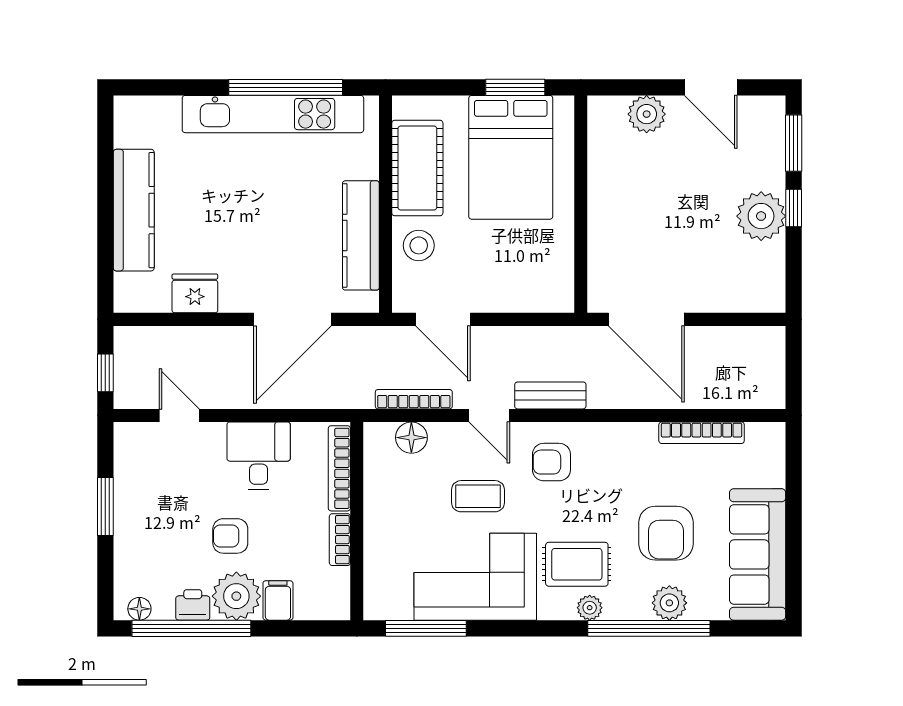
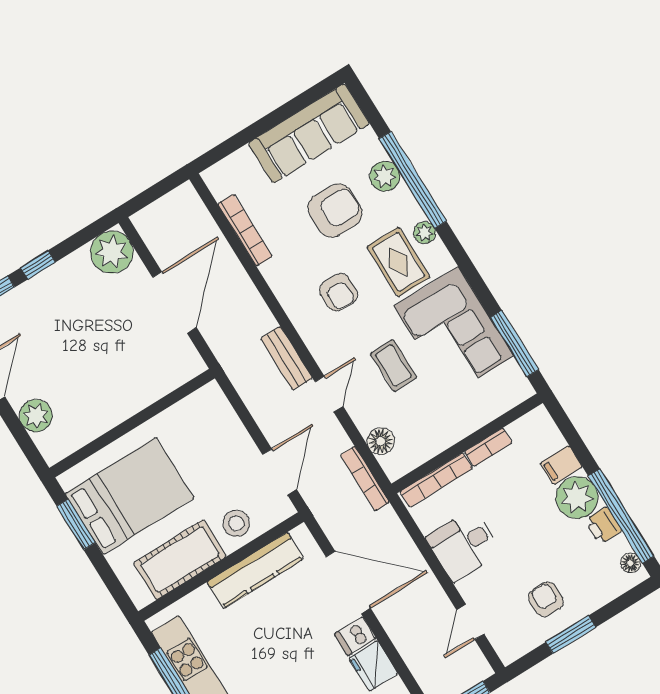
plant: (761, 216) -> (112, 252), moved
dishwasher: (235, 294) -> (355, 636), added
door: (646, 319) -> (174, 302), moved
bookcase: (414, 399) -> (365, 479), moved
armchair: (551, 462) -> (338, 292), moved
armchair: (230, 536) -> (546, 599), moved, turned 180

